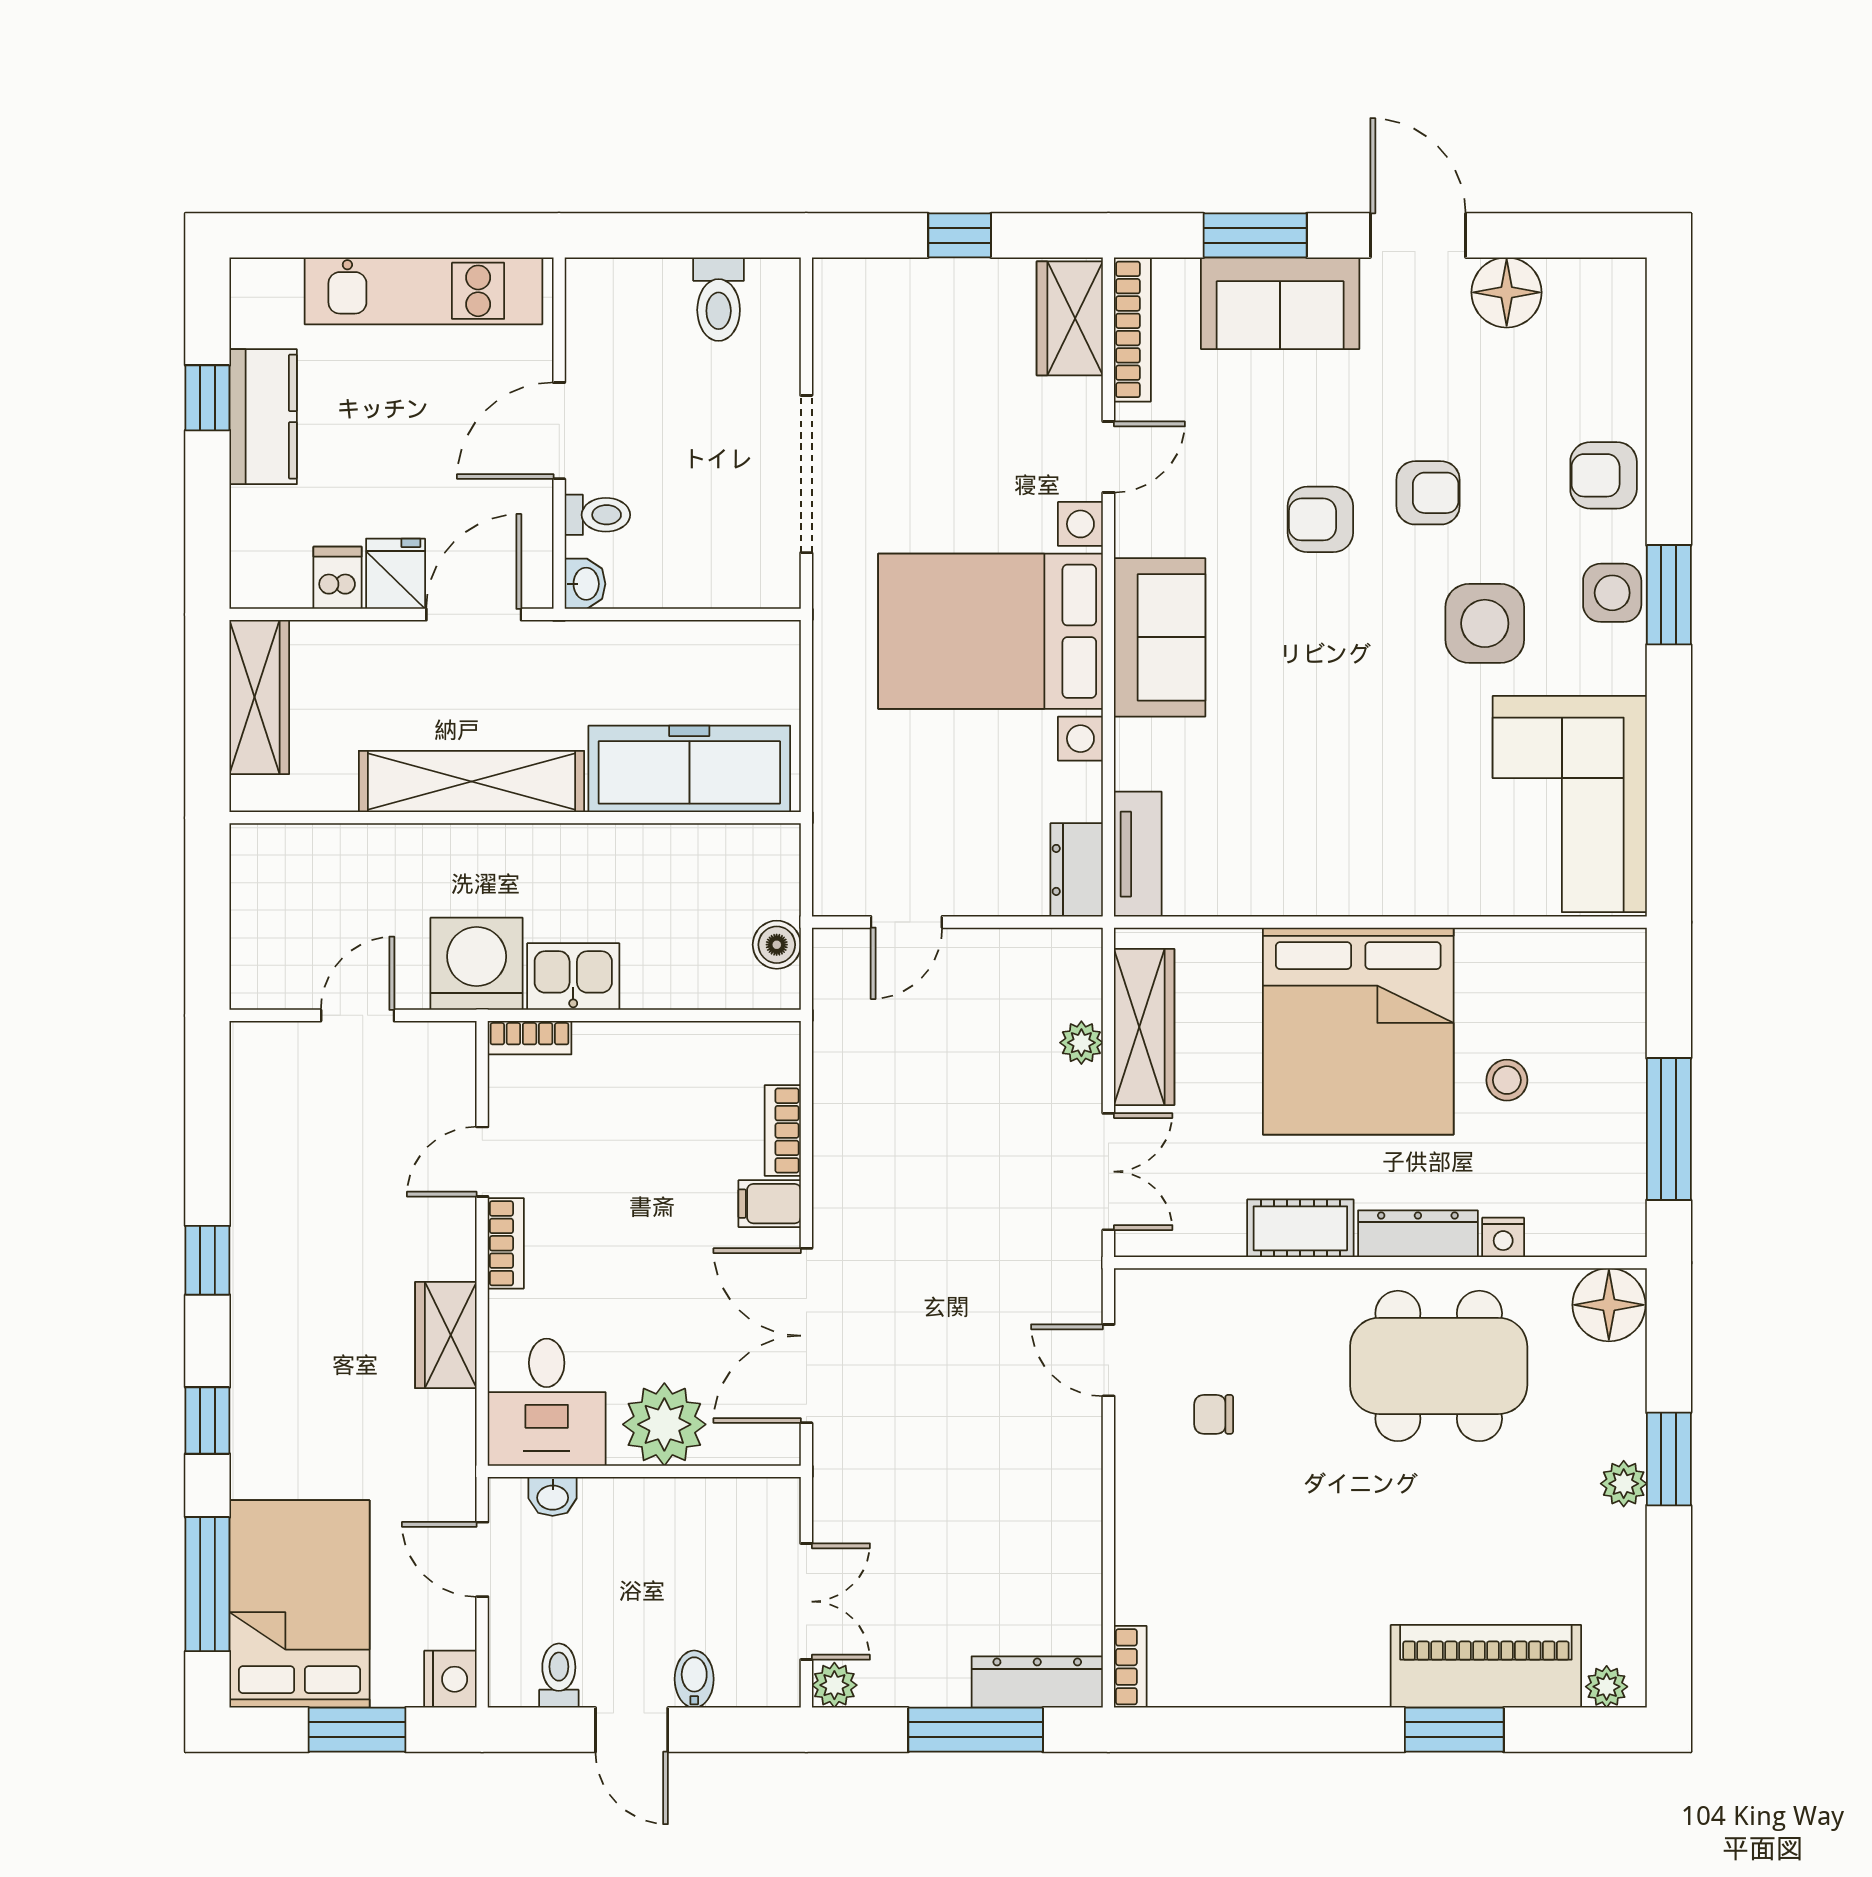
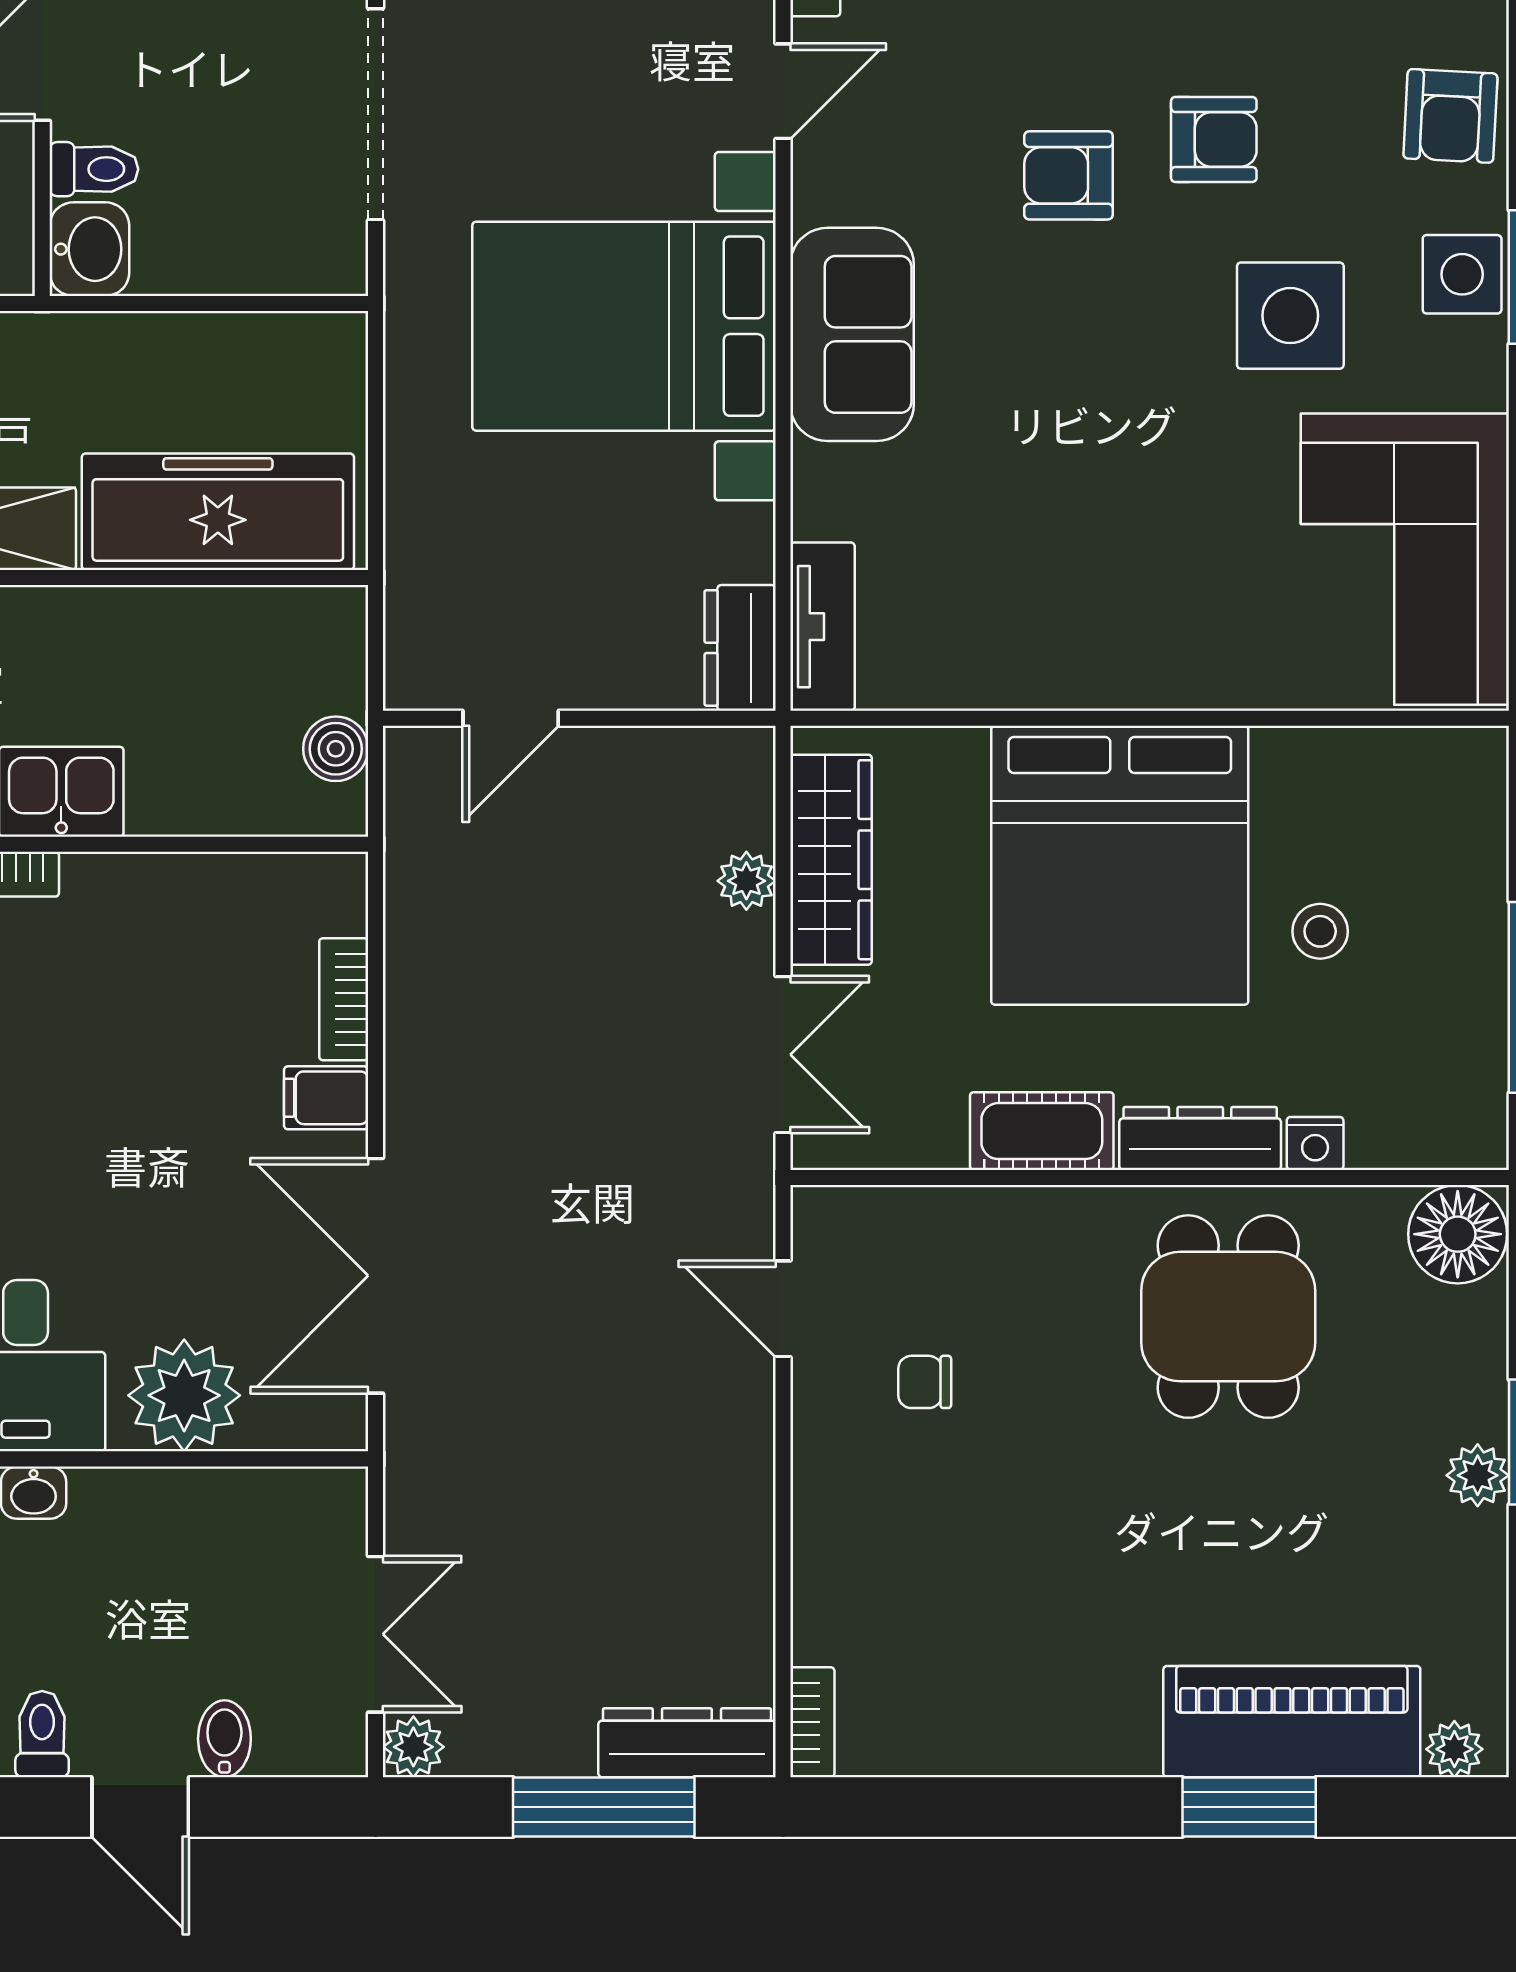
armchair: (1604, 475) -> (1450, 116), turned -87
washbasin: (585, 584) -> (89, 249), width x1.38, depth x1.45
dining table: (1439, 1366) -> (1228, 1317), width x0.73

